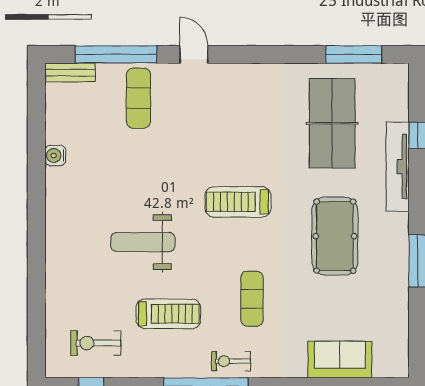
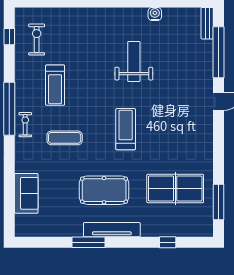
exercise mat: (138, 98) -> (191, 66), removed
tv unit: (398, 167) -> (112, 230), moved
weight bench: (143, 242) -> (134, 62), moved

